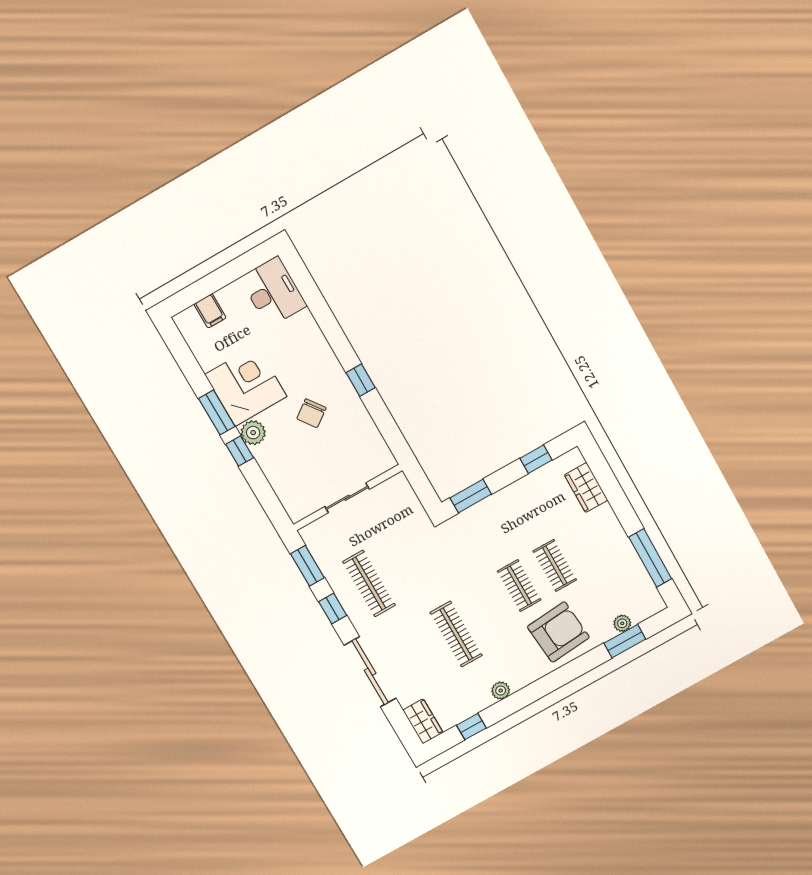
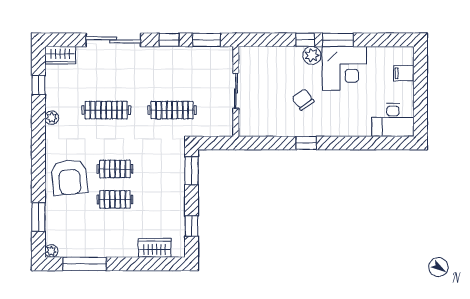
clothes rail: (369, 583) -> (172, 110), moved
plant: (622, 623) -> (51, 251), moved

